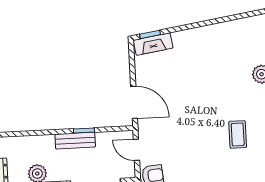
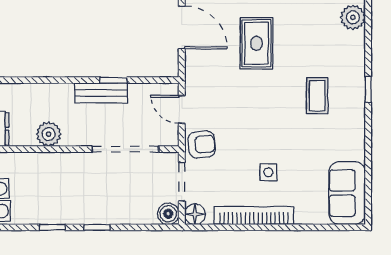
rug: (190, 97) -> (256, 43), added
door: (134, 102) -> (182, 28), moved

